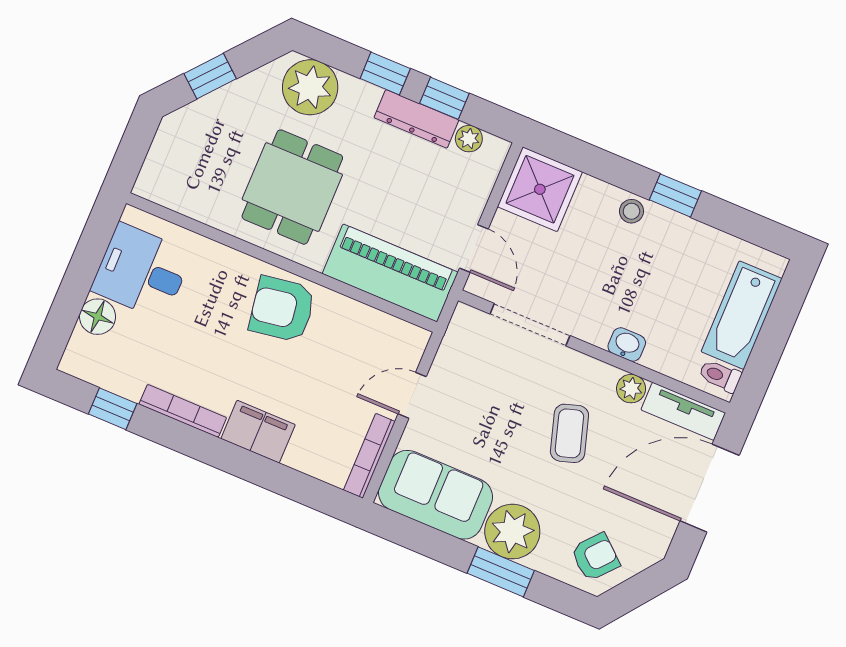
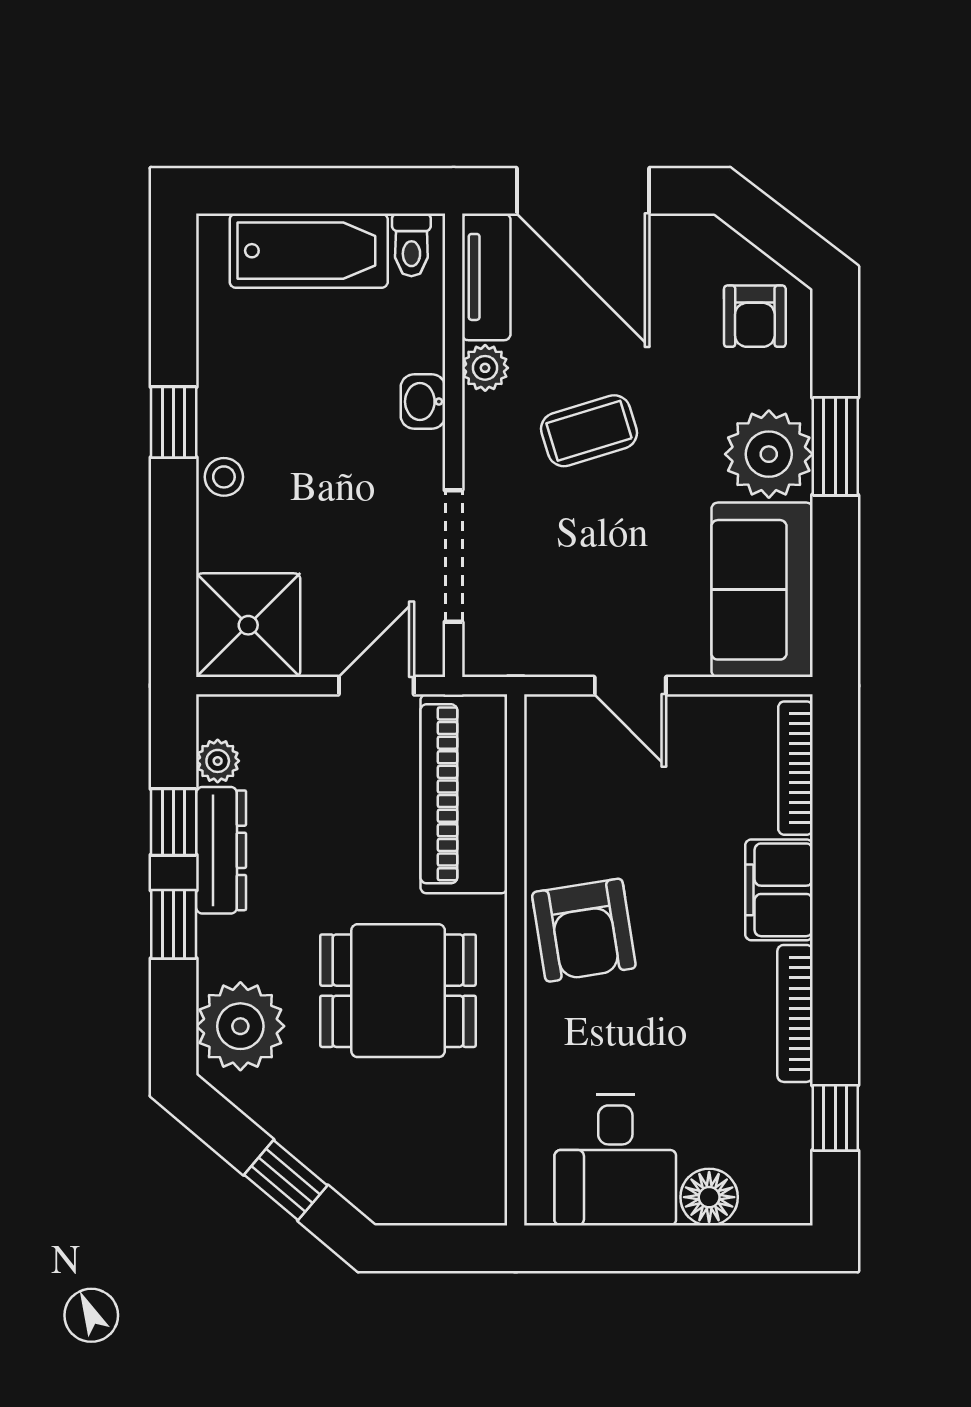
bookcase: (369, 456) -> (796, 768), moved, turned 90
armchair: (595, 557) -> (755, 316), turned -131

